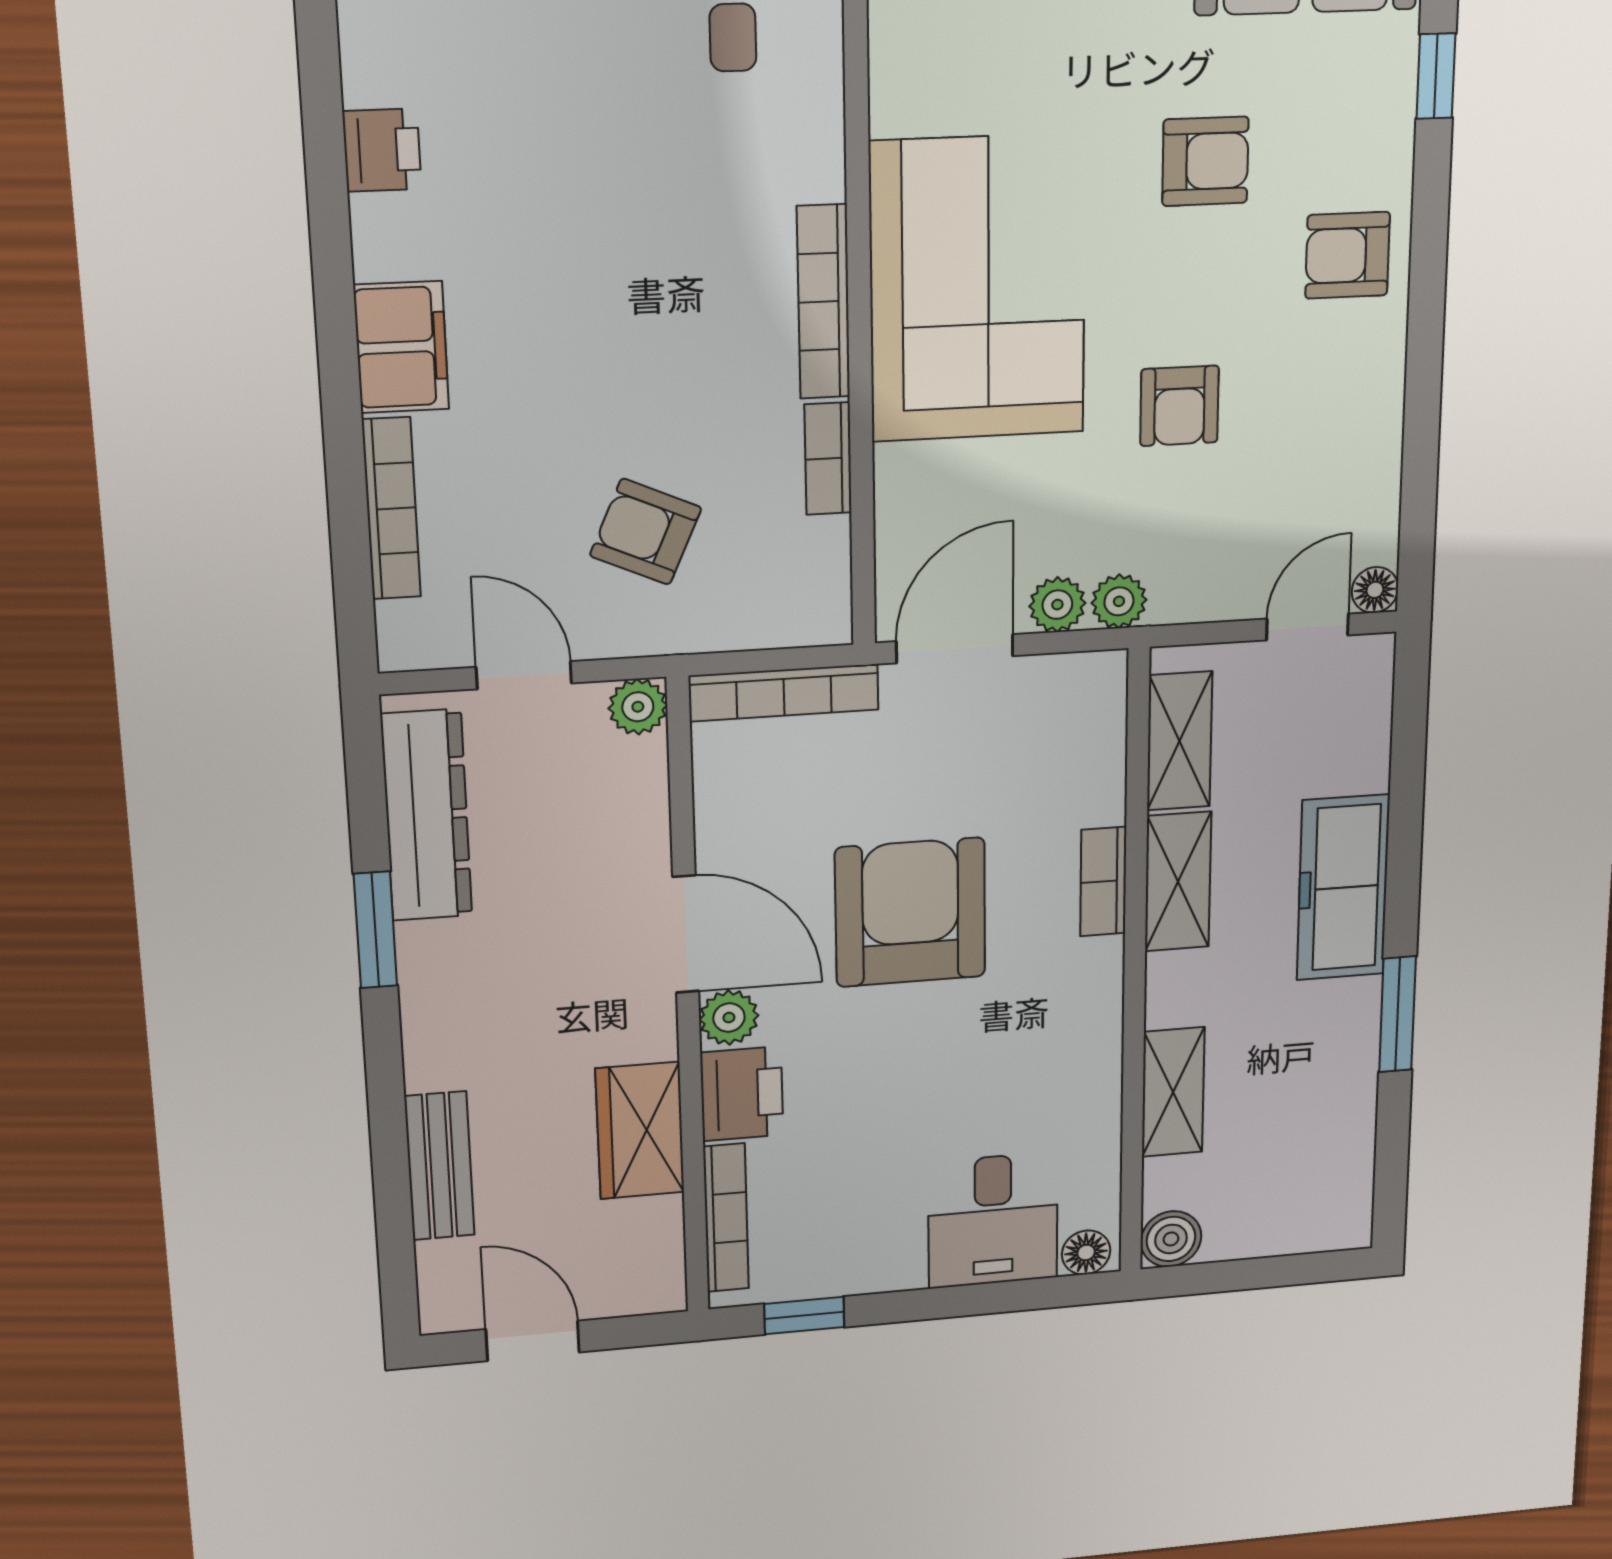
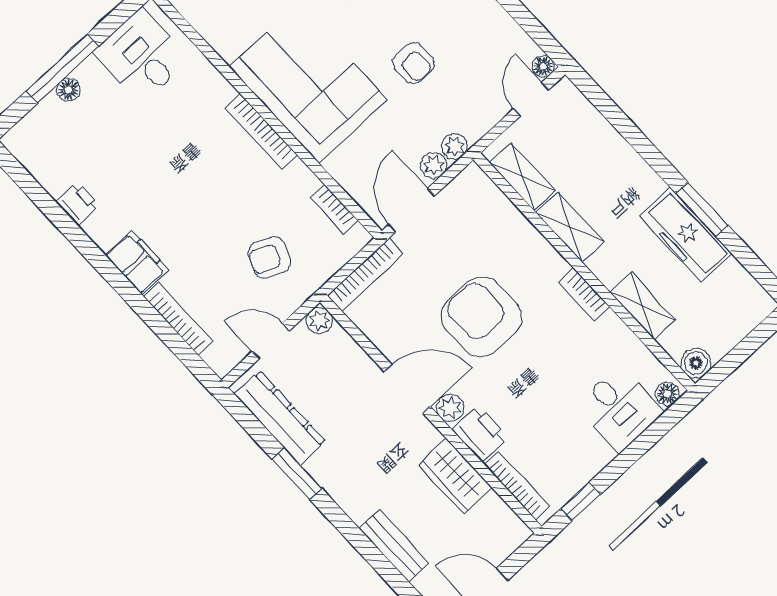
bookcase: (828, 459) -> (334, 209), moved
bookcase: (1103, 882) -> (584, 294), moved
freezer: (1343, 888) -> (686, 235), moved

